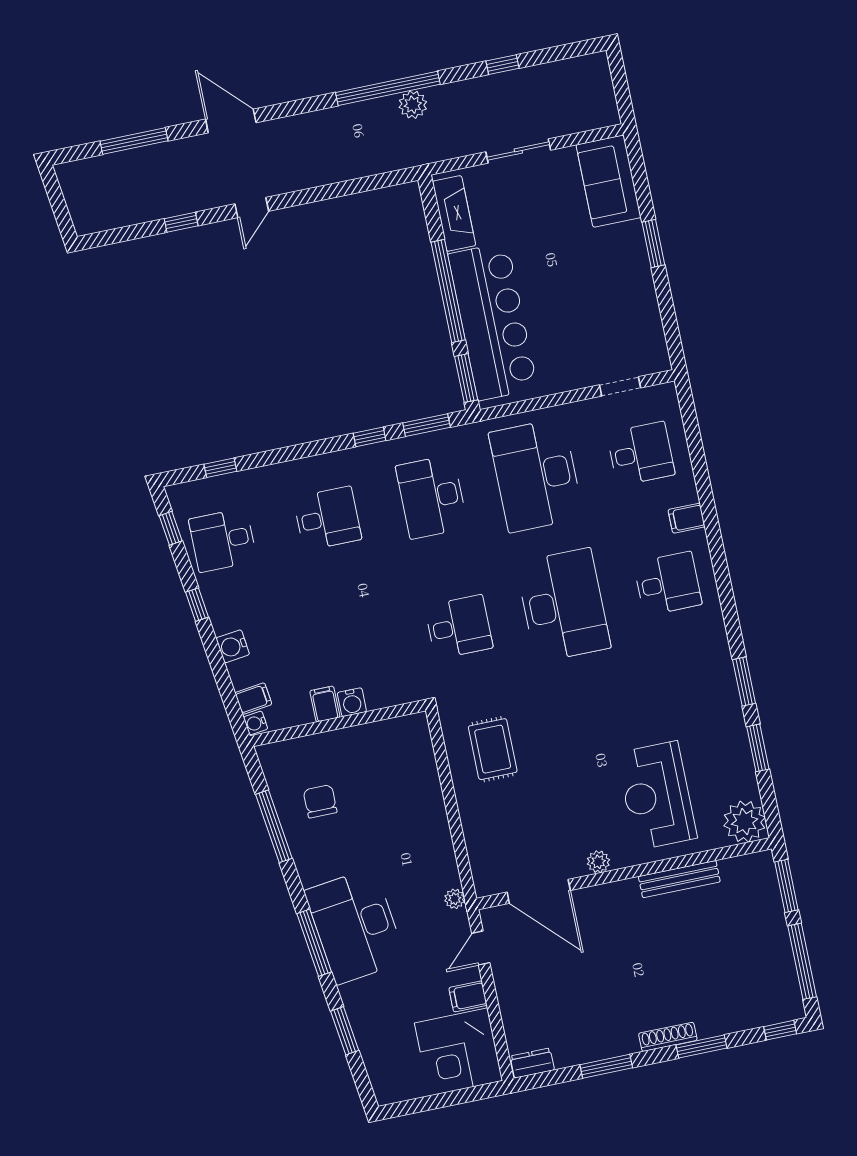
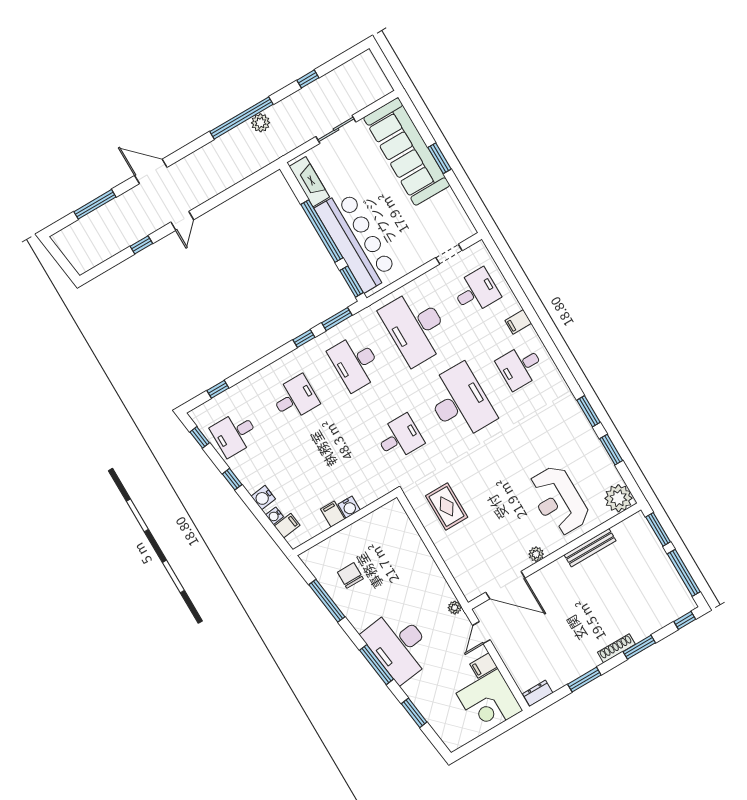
sofa: (609, 181) -> (407, 152), width x1.85, depth x1.27
desk: (668, 584) -> (520, 367), turned 180
water cooler: (256, 723) -> (274, 516), moved

